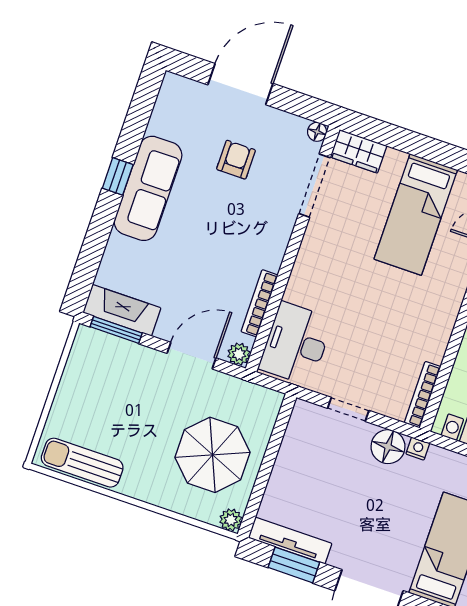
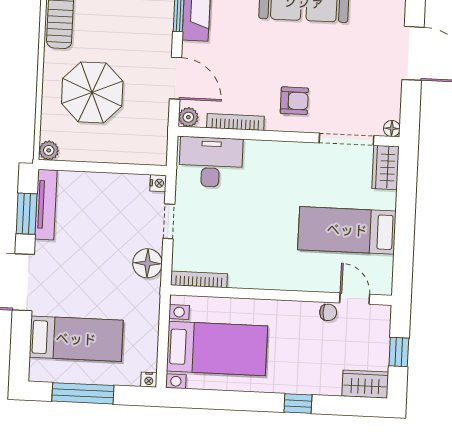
armchair: (236, 160) -> (294, 101), moved
nightstand: (418, 449) -> (158, 183), moved
parasol: (212, 455) -> (92, 92), moved

